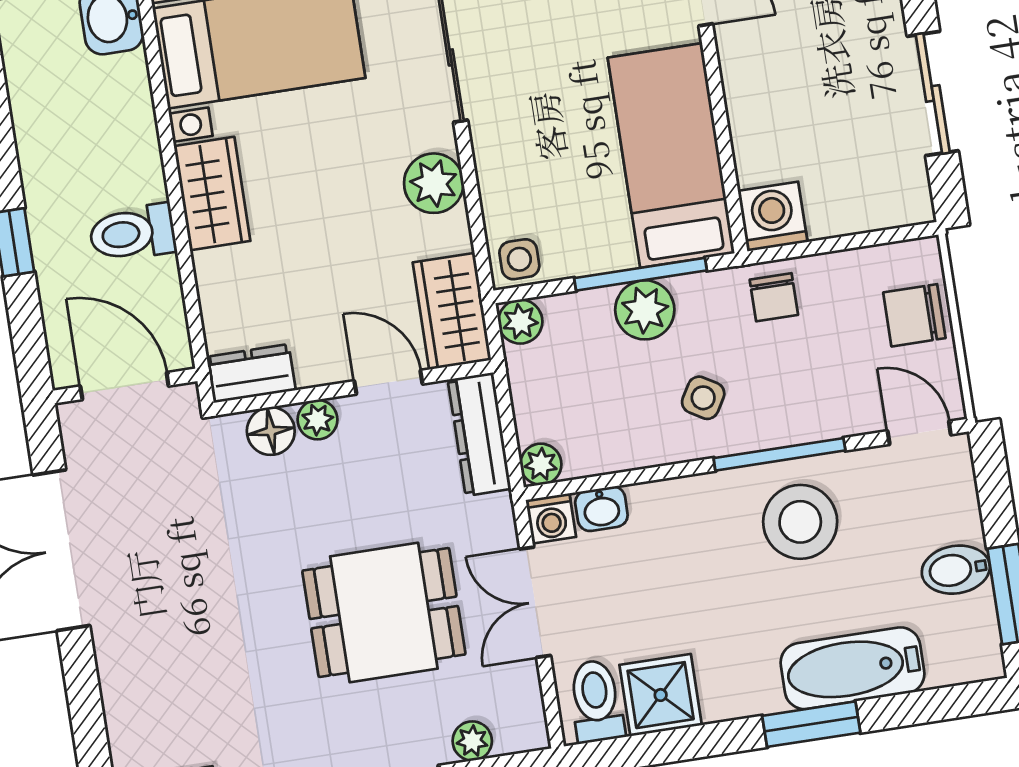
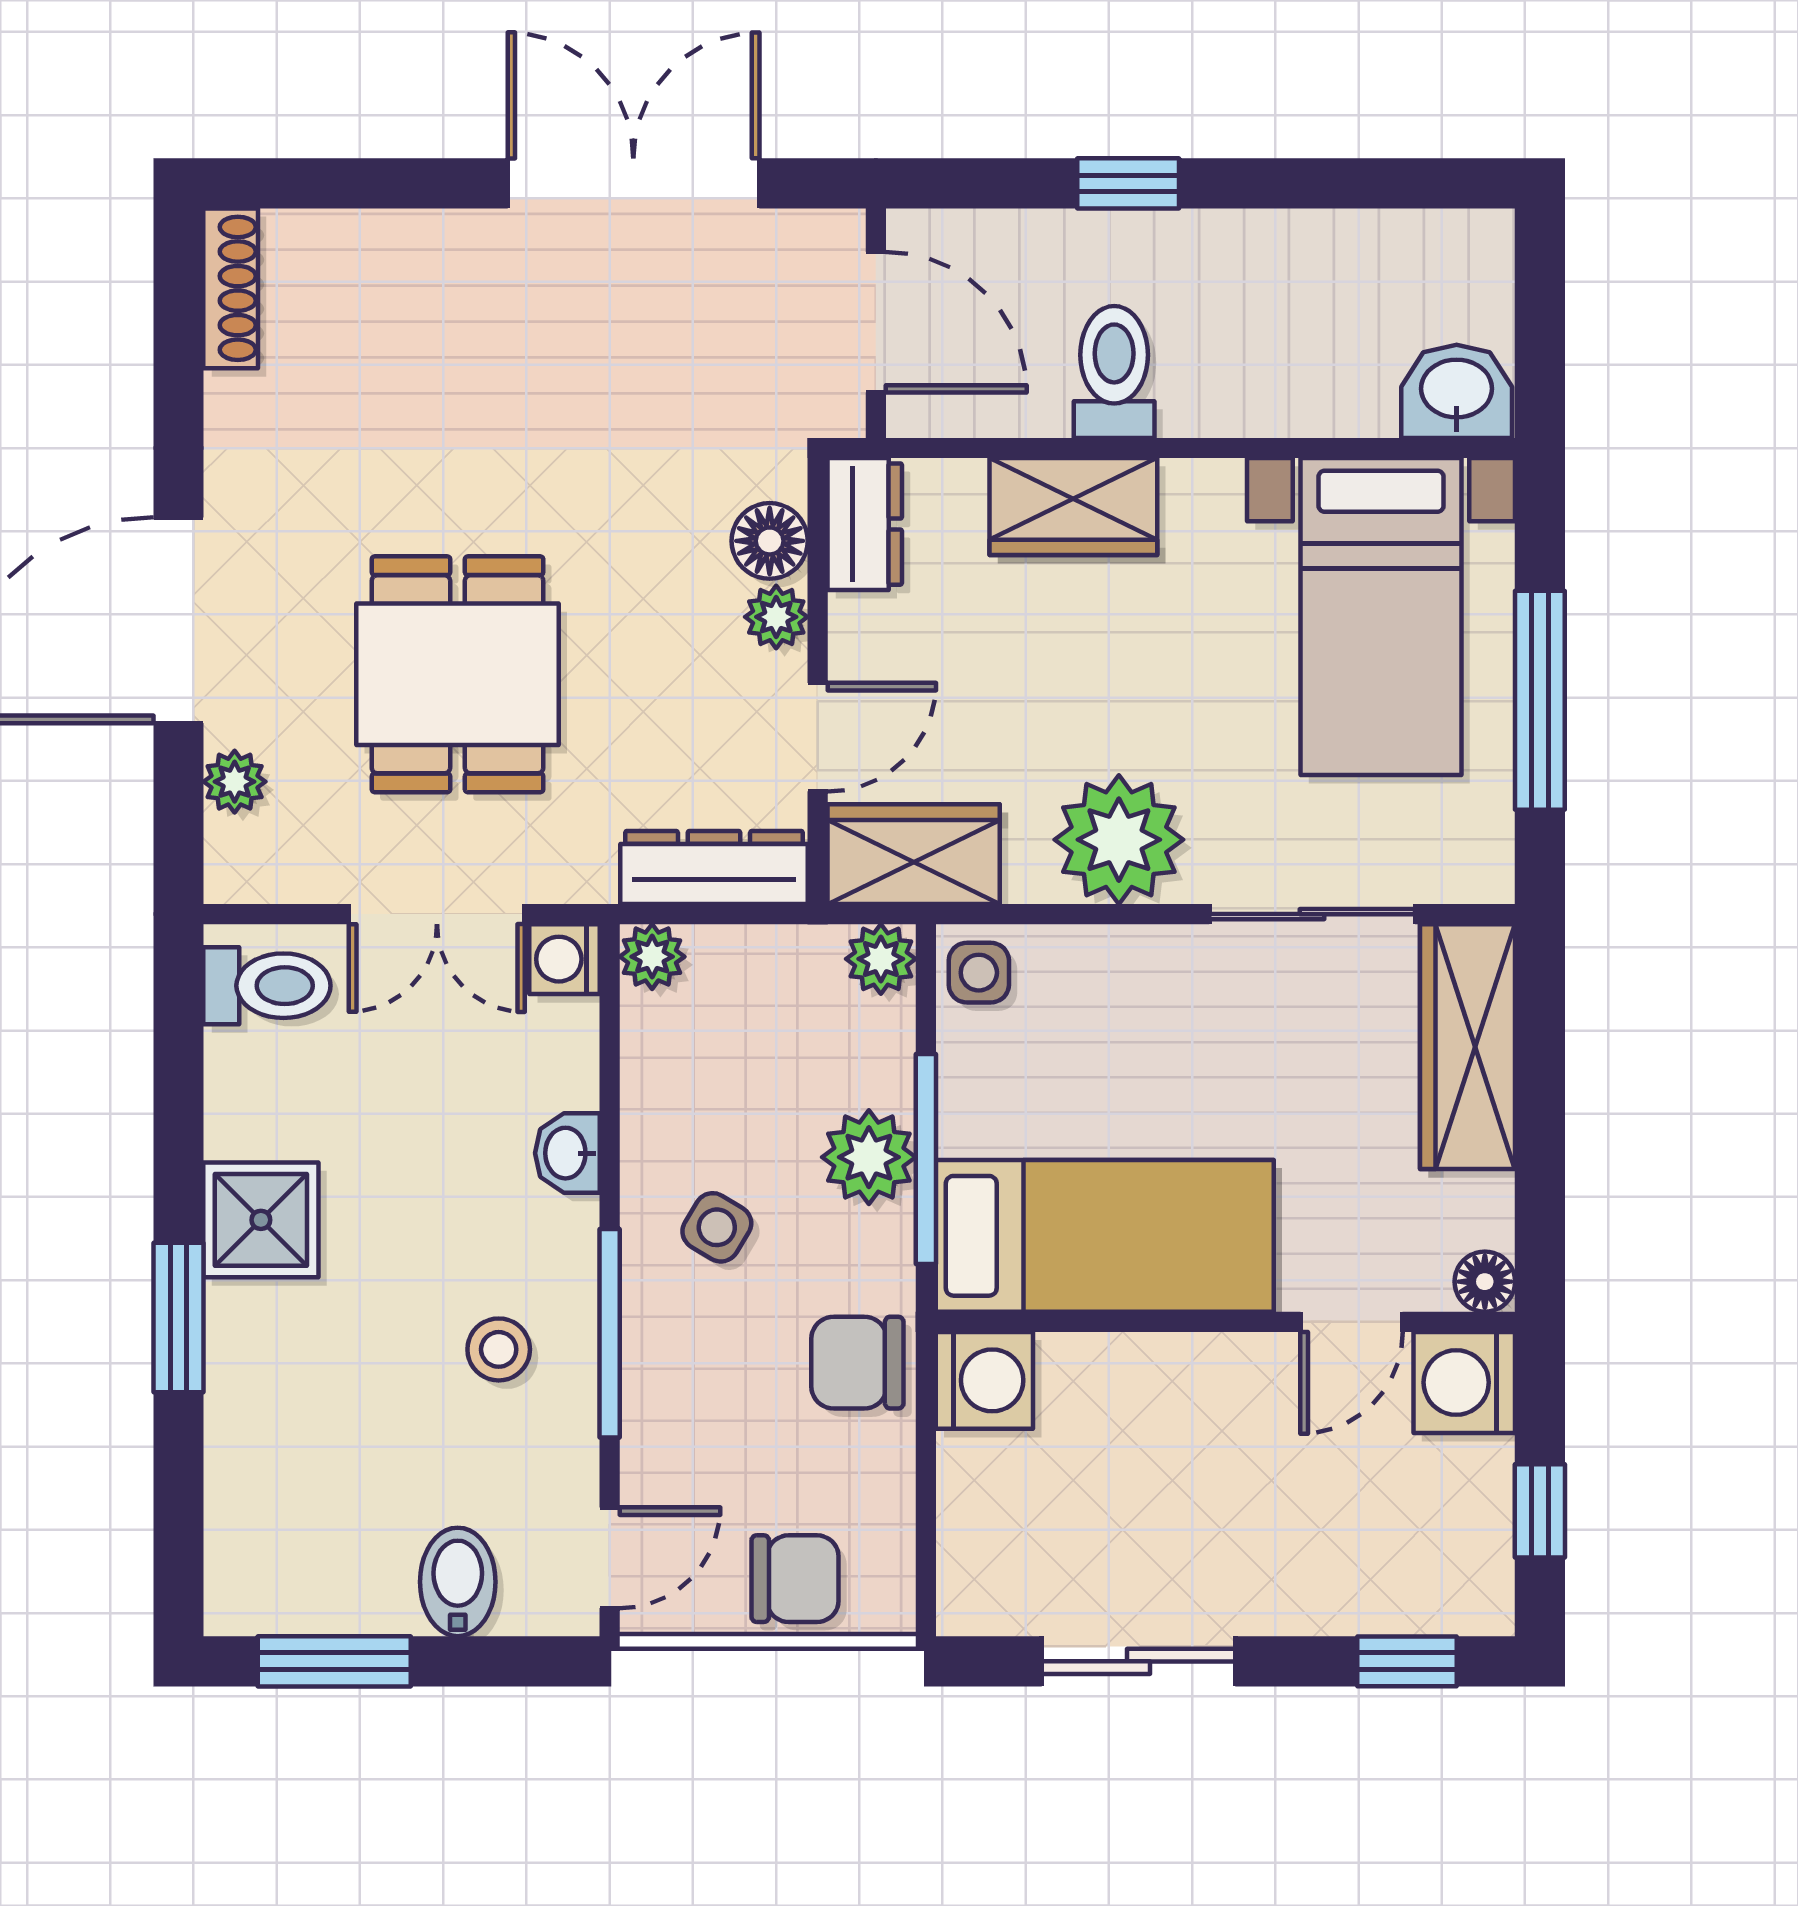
plant: (434, 183) -> (1119, 840), width x1.36, depth x1.36
wardrobe: (212, 193) -> (1073, 507), moved
chair: (774, 297) -> (857, 1363), width x1.37, depth x1.37
chair: (914, 315) -> (795, 1579), turned 90
door: (124, 386) -> (876, 322), hinge flipped
washbasin: (601, 509) -> (567, 1153), moved
stool: (800, 522) -> (499, 1349), width x0.53, depth x0.53
bidet: (956, 570) -> (458, 1582), moved
double door: (535, 602) -> (437, 914), swing flipped
bathtub: (852, 668) -> (256, 1396), removed
shower: (661, 695) -> (261, 1220), moved

